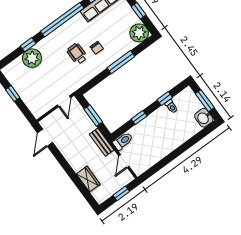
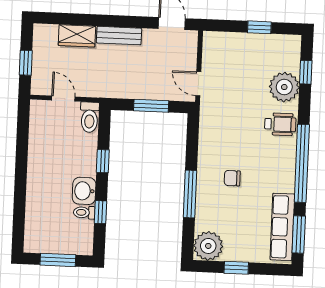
window: (28, 45) -> (306, 72), moved
wheelchair: (77, 54) -> (280, 124), moved
washbasin: (204, 118) -> (84, 191), moved, turned -90
bench: (102, 142) -> (119, 36), moved

